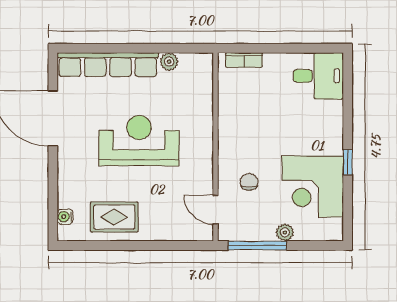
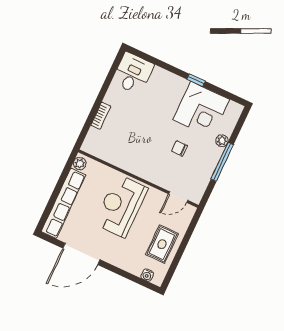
wall: (215, 147) -> (138, 179), moved
door: (215, 210) -> (178, 197), moved

